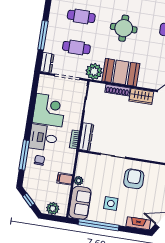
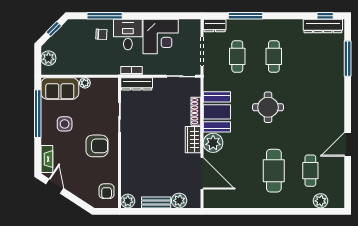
plant: (94, 71) -> (213, 143), moved
filing cabinet: (65, 179) -> (85, 67), removed

